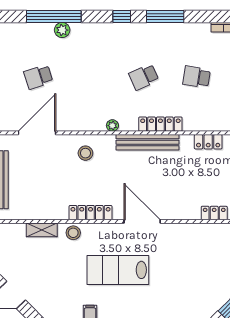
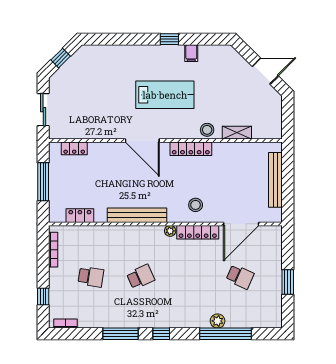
school desk: (38, 77) -> (240, 277), turned 42
locker: (160, 124) -> (198, 232), moved

